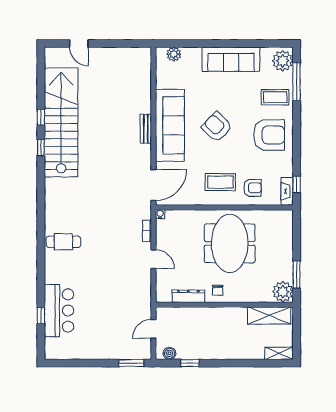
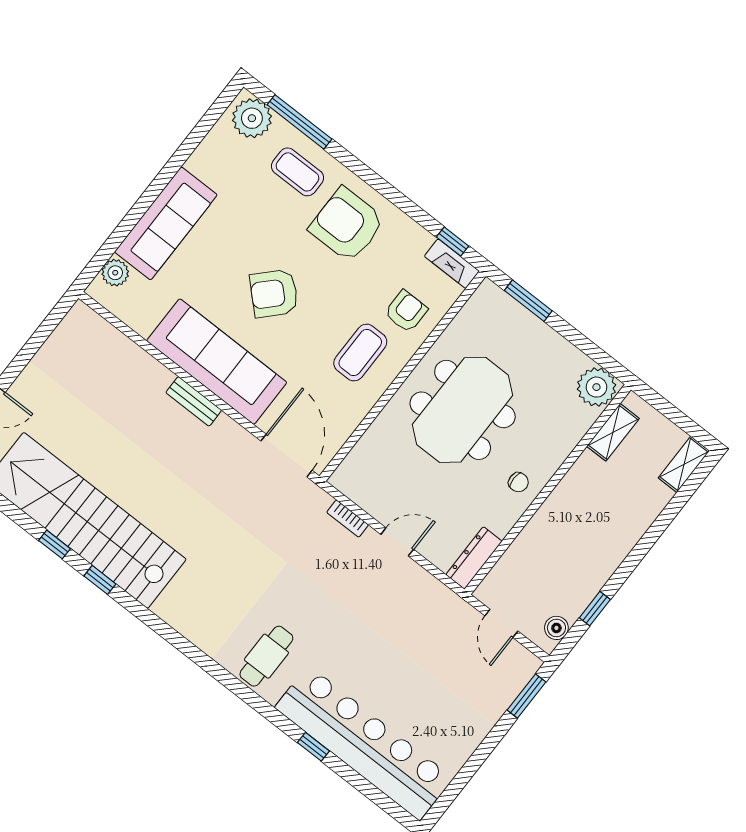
sofa: (231, 59) -> (166, 223), moved
coffee table: (275, 97) -> (297, 172), turned 90
armchair: (269, 135) -> (347, 225), turned -90
water cooler: (160, 214) -> (338, 480), removed
meeting table: (230, 243) -> (463, 410), turned 90
window: (297, 275) -> (528, 301), moved
dresser: (188, 296) -> (474, 558), moved
bar counter: (59, 310) -> (364, 743), width x1.86
shelving: (269, 315) -> (613, 432), width x0.67, depth x0.75
window: (41, 316) -> (313, 747), moved

